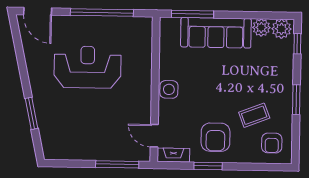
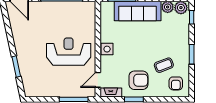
reception desk: (88, 67) -> (69, 52), moved
door: (154, 136) -> (98, 80), hinge flipped
armchair: (215, 137) -> (138, 80), turned -90

